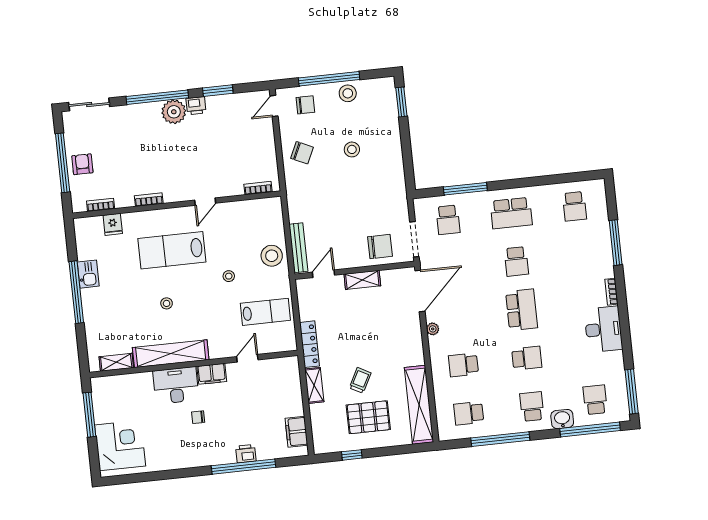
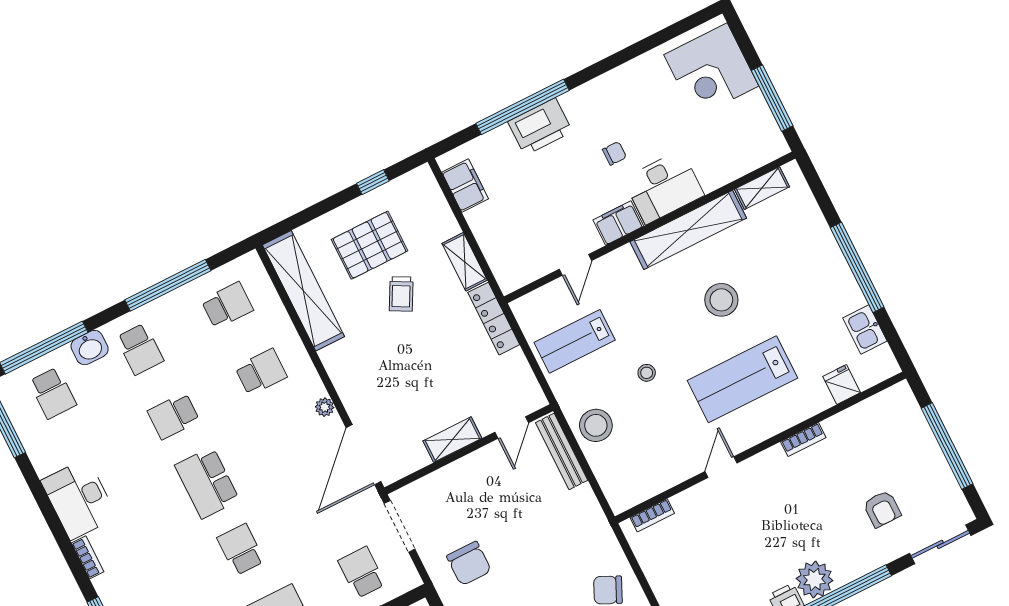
armchair: (82, 164) -> (882, 509), moved
bookcase: (101, 205) -> (870, 406), removed
chair: (380, 247) -> (469, 563), moved, turned -90
lab bench: (172, 250) -> (742, 379), turned 180
kitchen sink: (88, 274) -> (865, 330), moved
stool: (167, 303) -> (721, 300), width x1.89, depth x1.89
printer: (246, 454) -> (540, 127), width x1.87, depth x1.48

